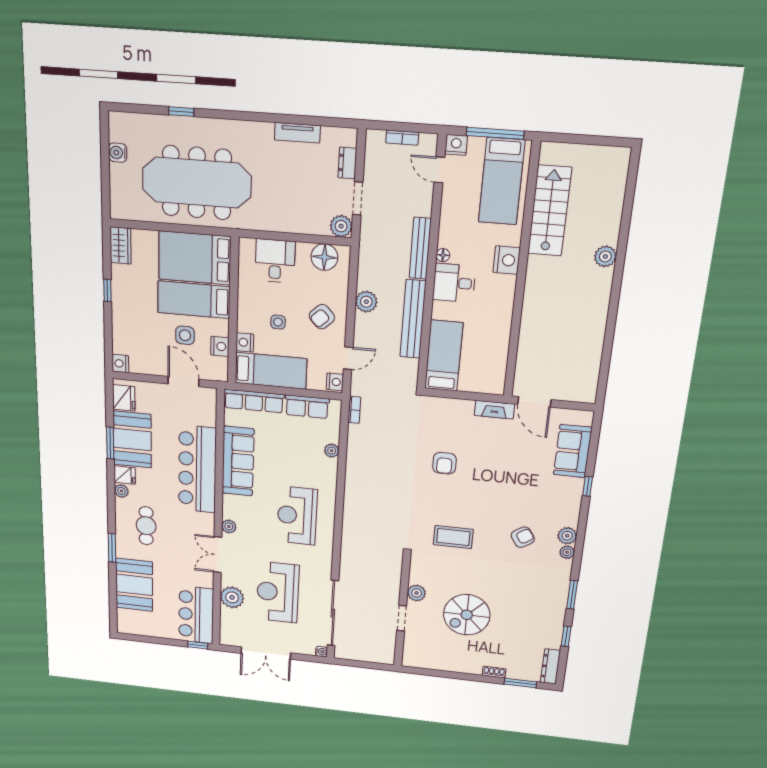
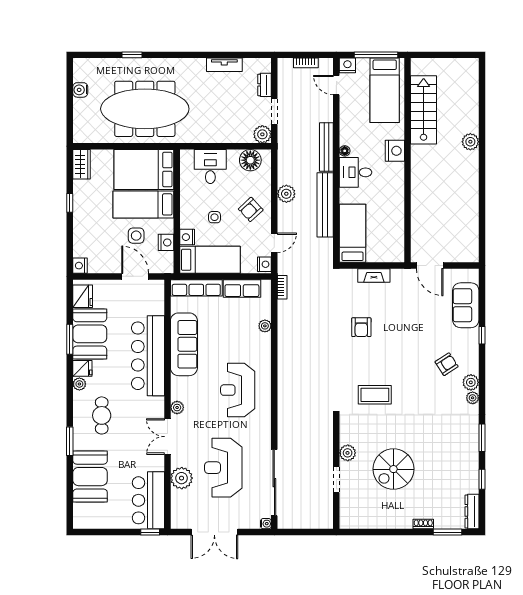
fireplace: (494, 410) -> (374, 275), moved
armchair: (523, 537) -> (447, 364), moved

